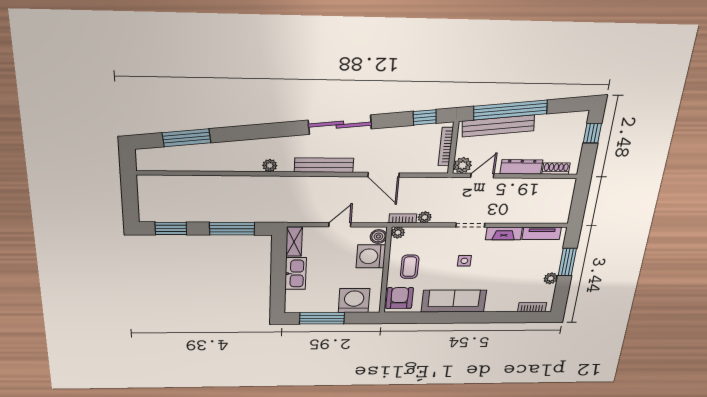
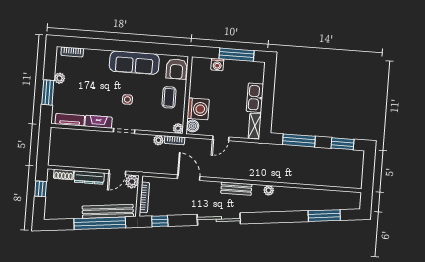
window: (592, 133) -> (41, 189), moved
bench: (324, 165) -> (236, 189), width x0.73
washing machine: (354, 301) -> (217, 64), width x0.53, depth x0.53

